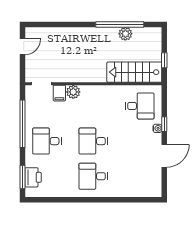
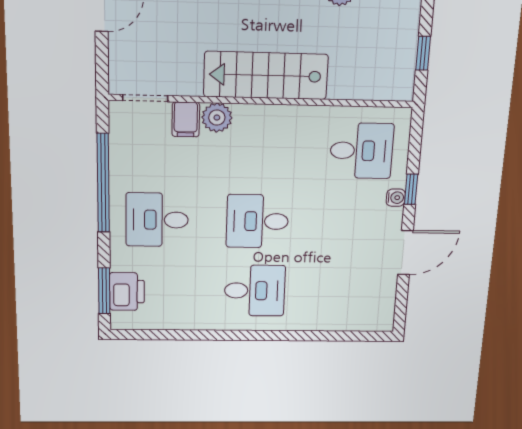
stairs: (134, 72) -> (266, 75), moved
desk: (93, 176) -> (255, 291), turned 180

